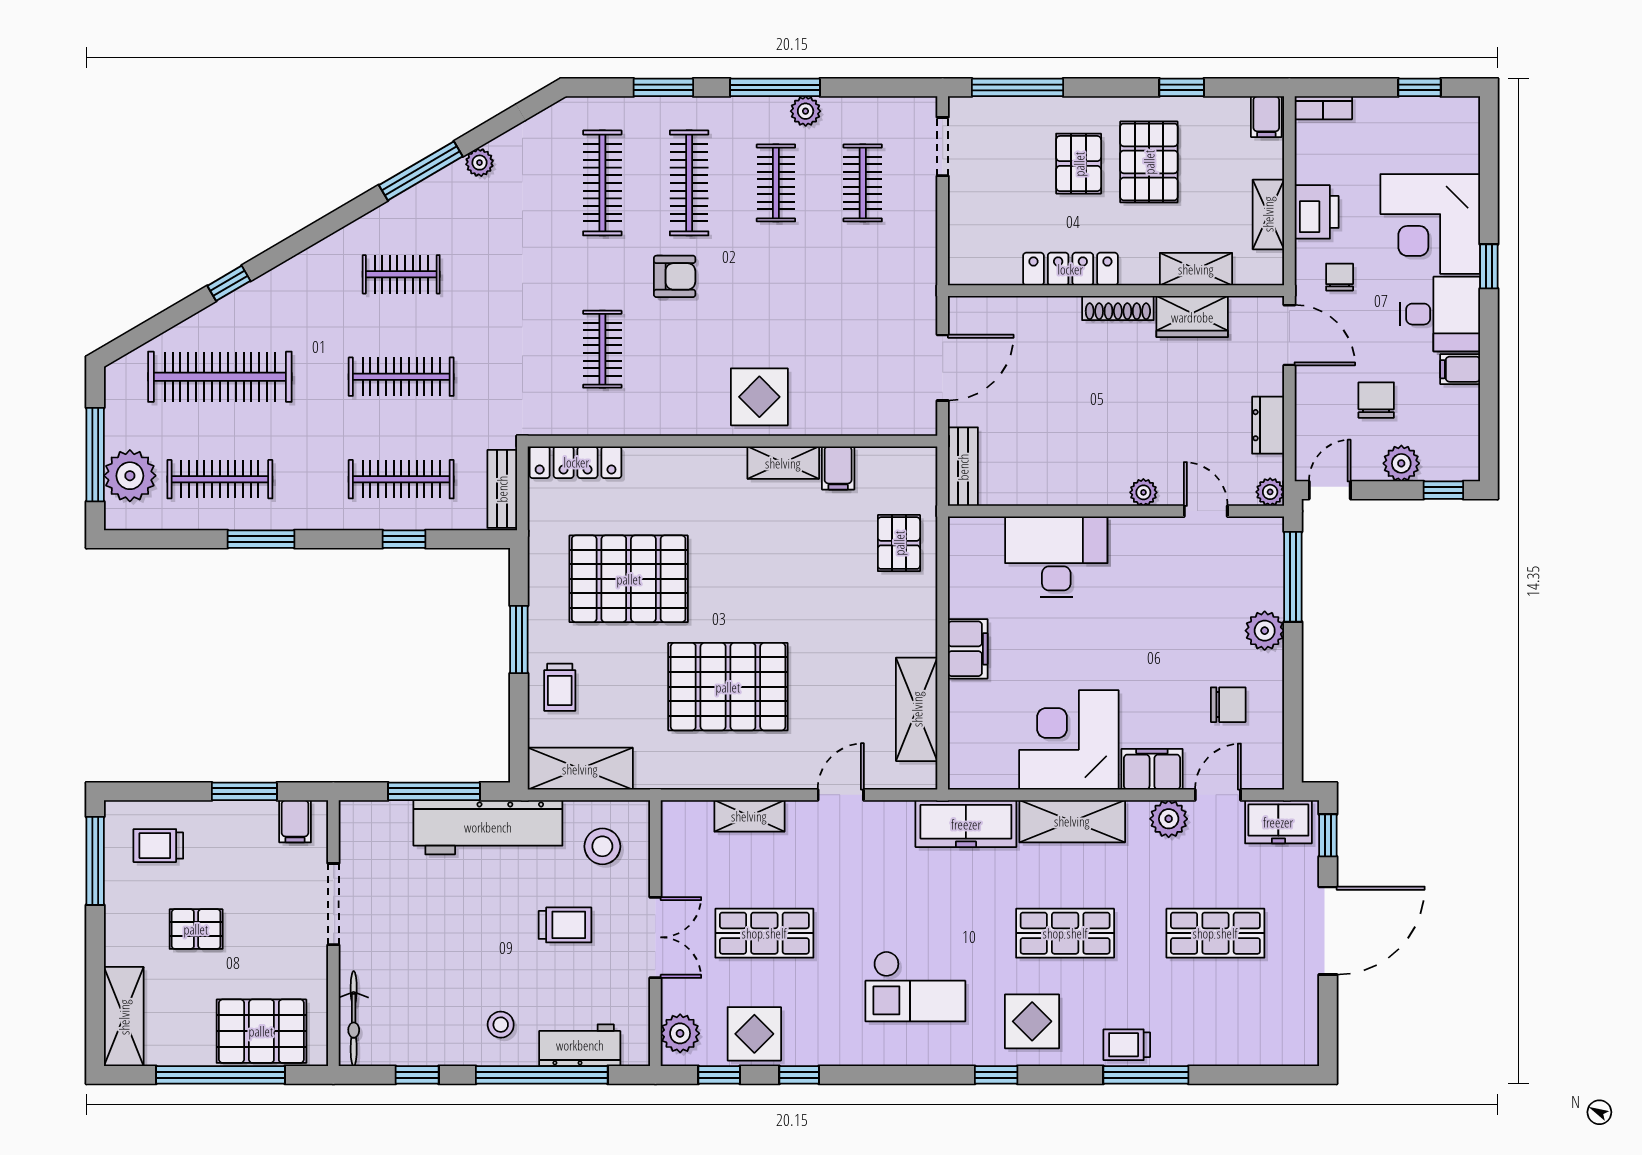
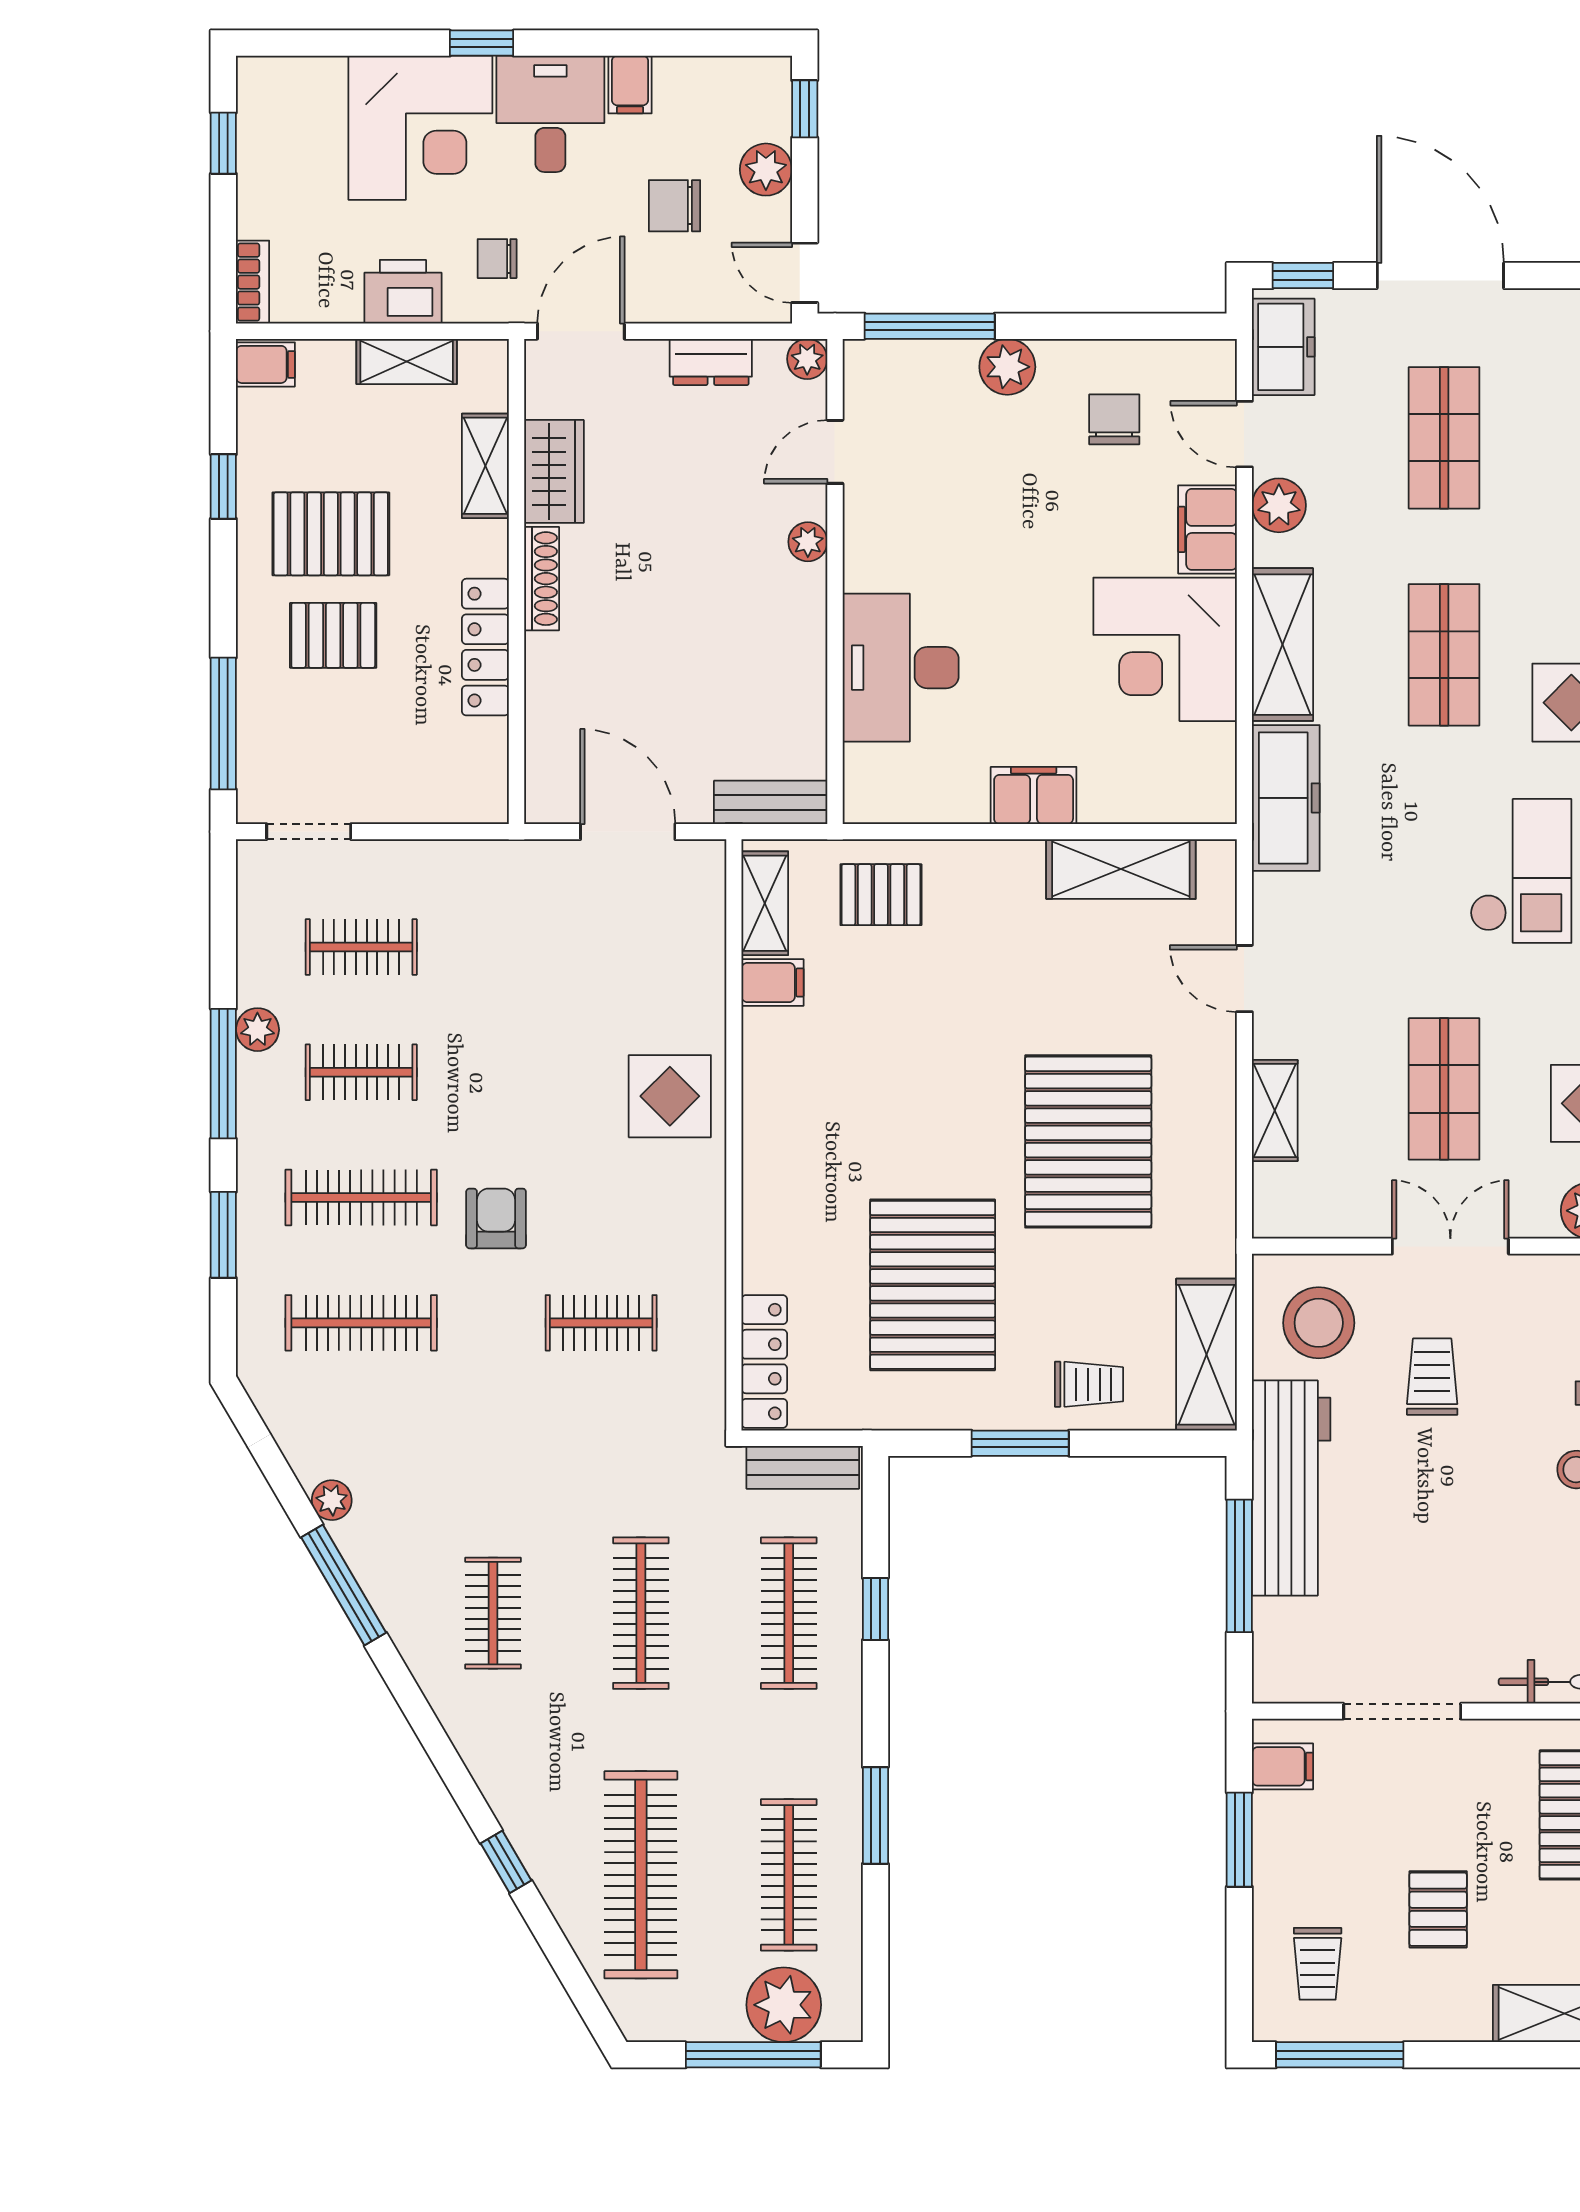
shelving: (783, 463) -> (765, 903), moved
stool: (602, 846) -> (1319, 1323), width x1.38, depth x1.38

